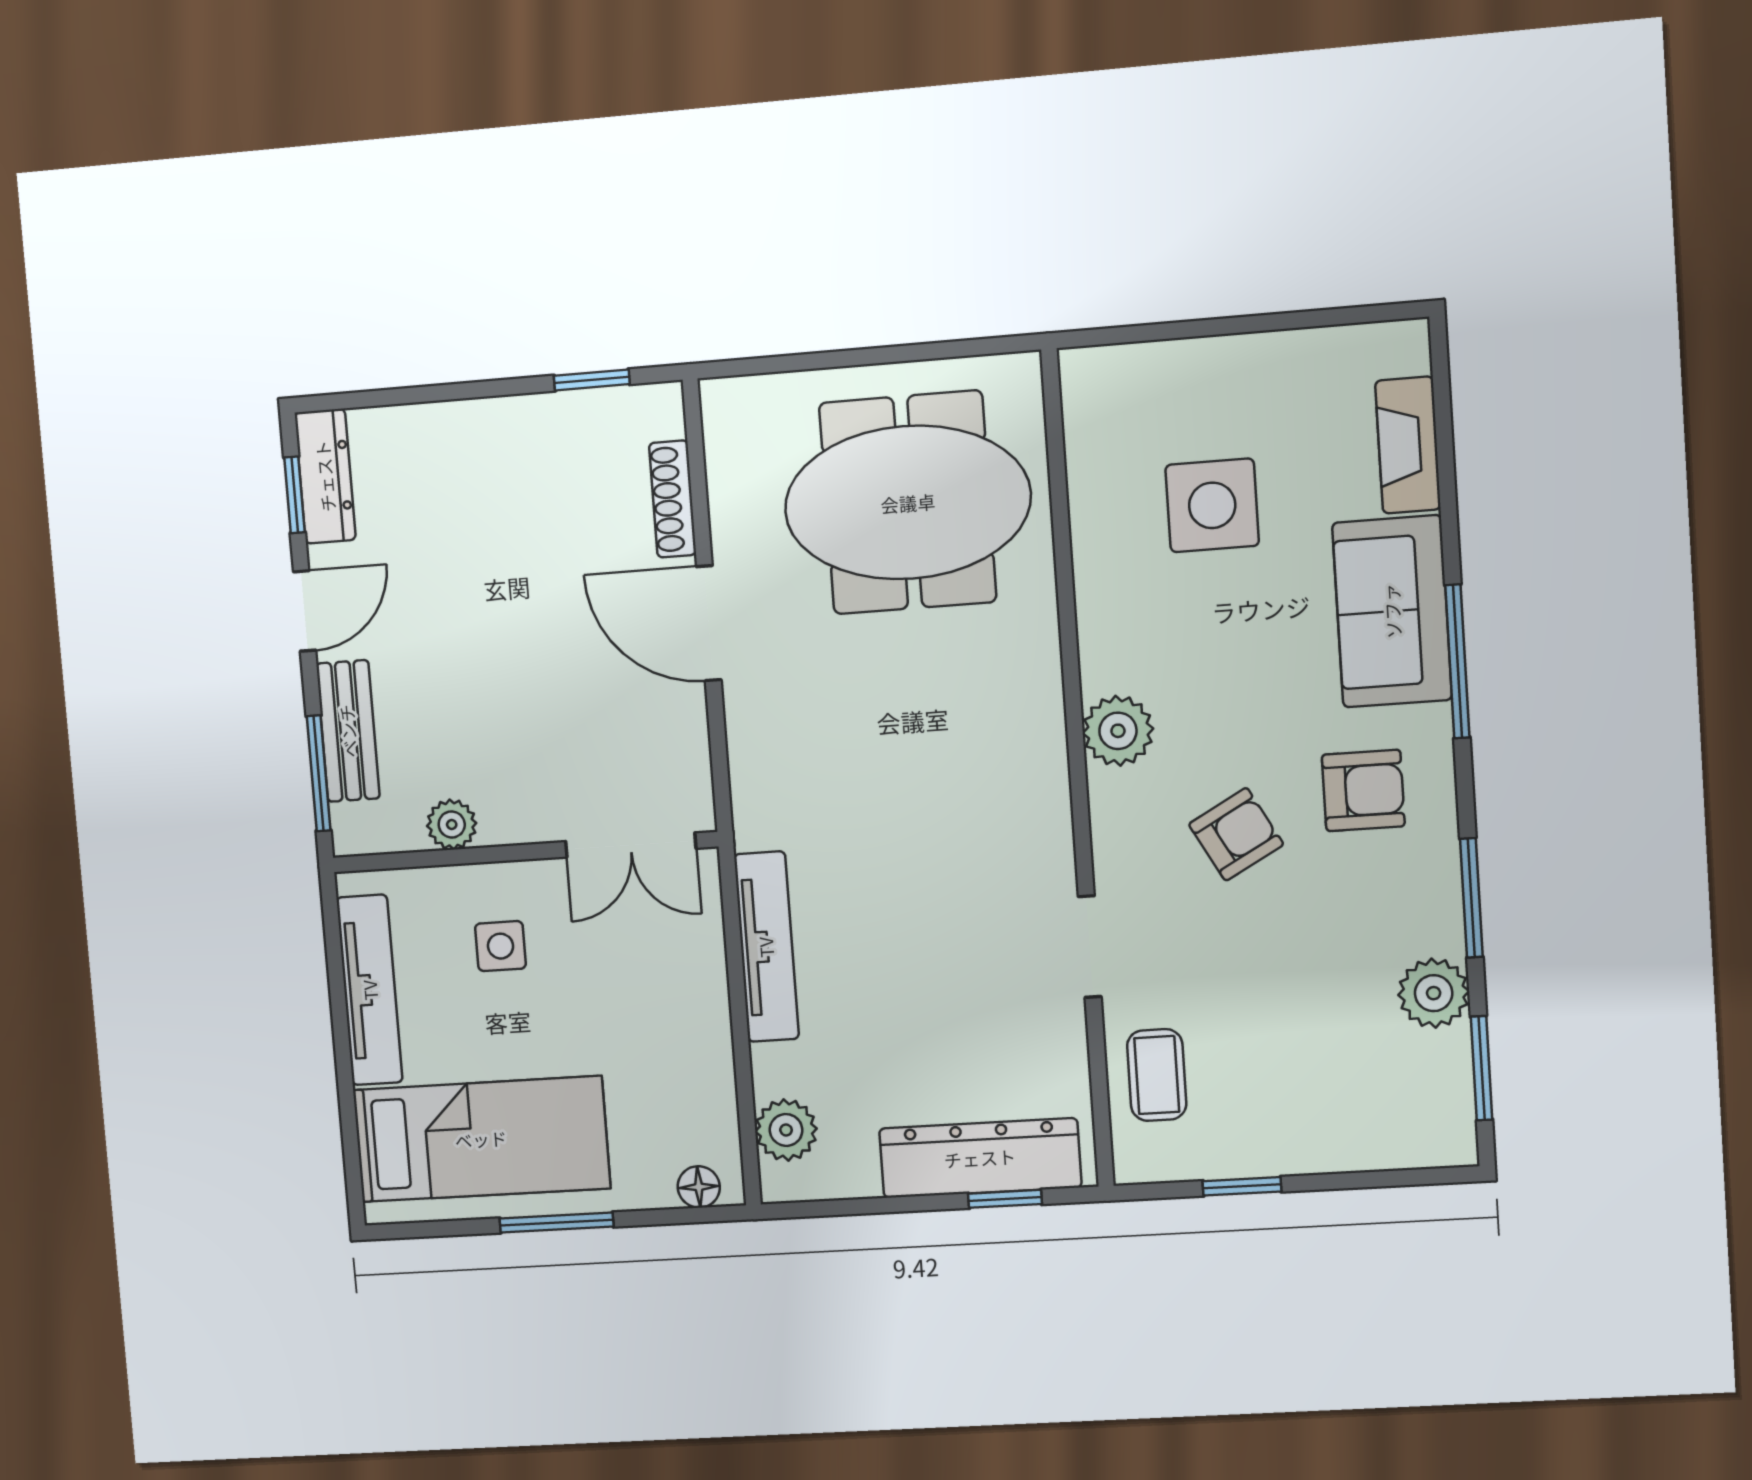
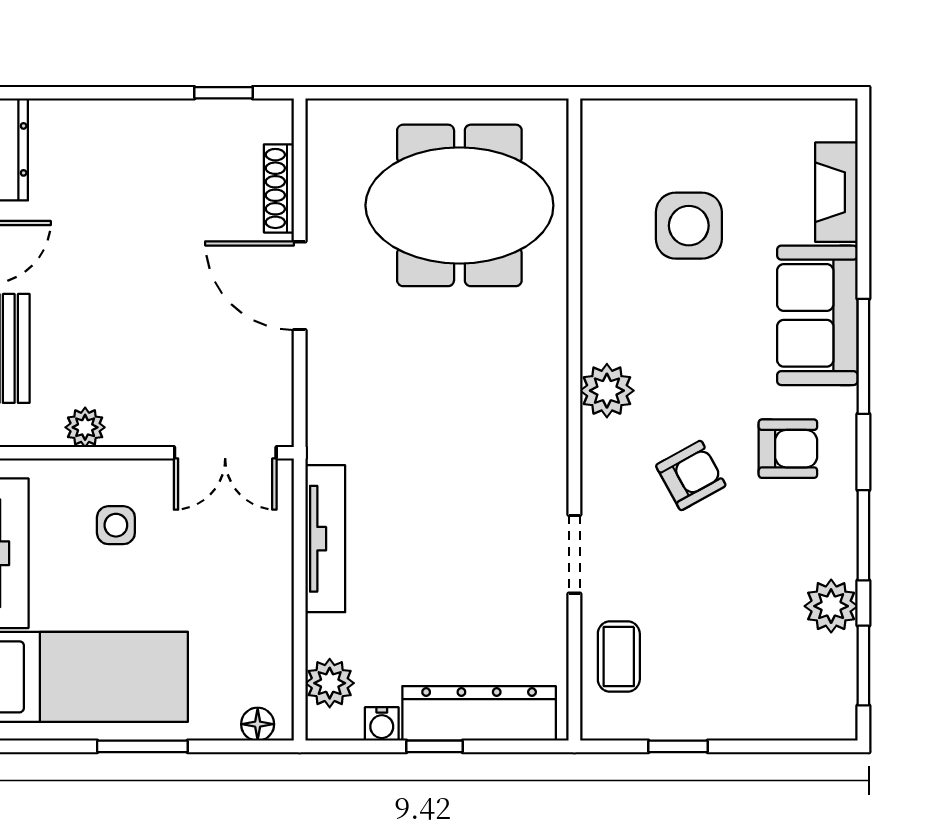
water cooler: (856, 1178) -> (382, 724), added
window: (1005, 1199) -> (435, 746), moved

